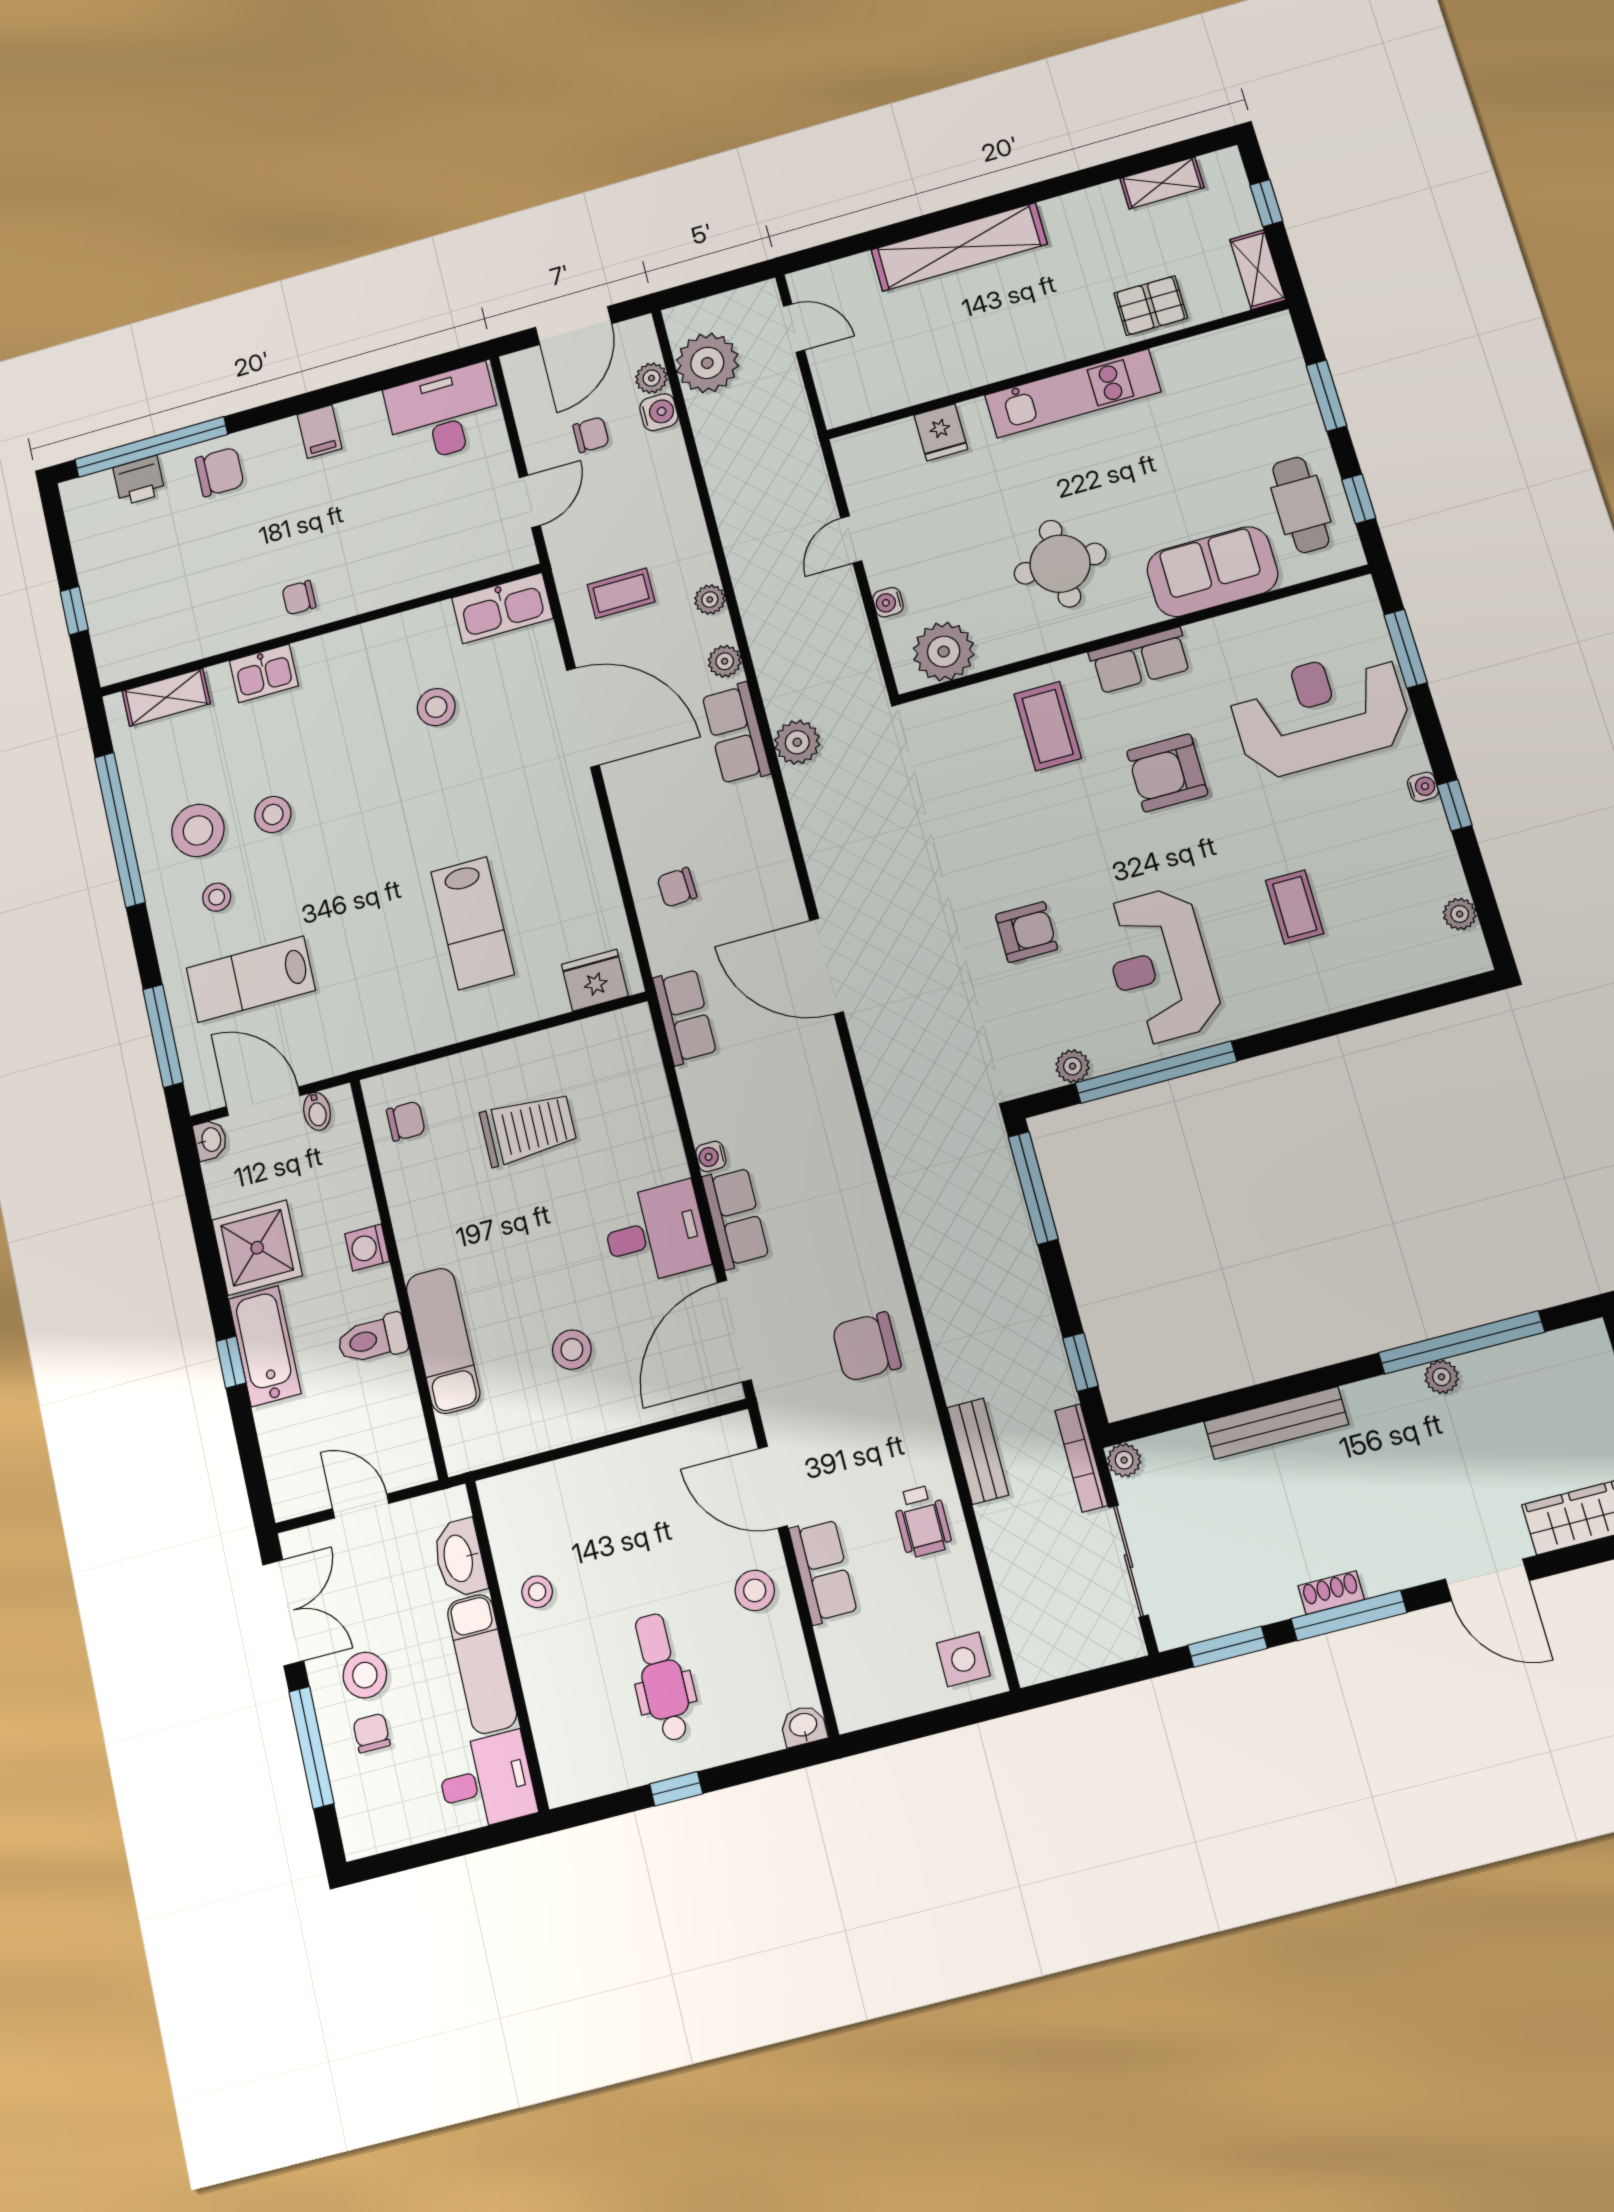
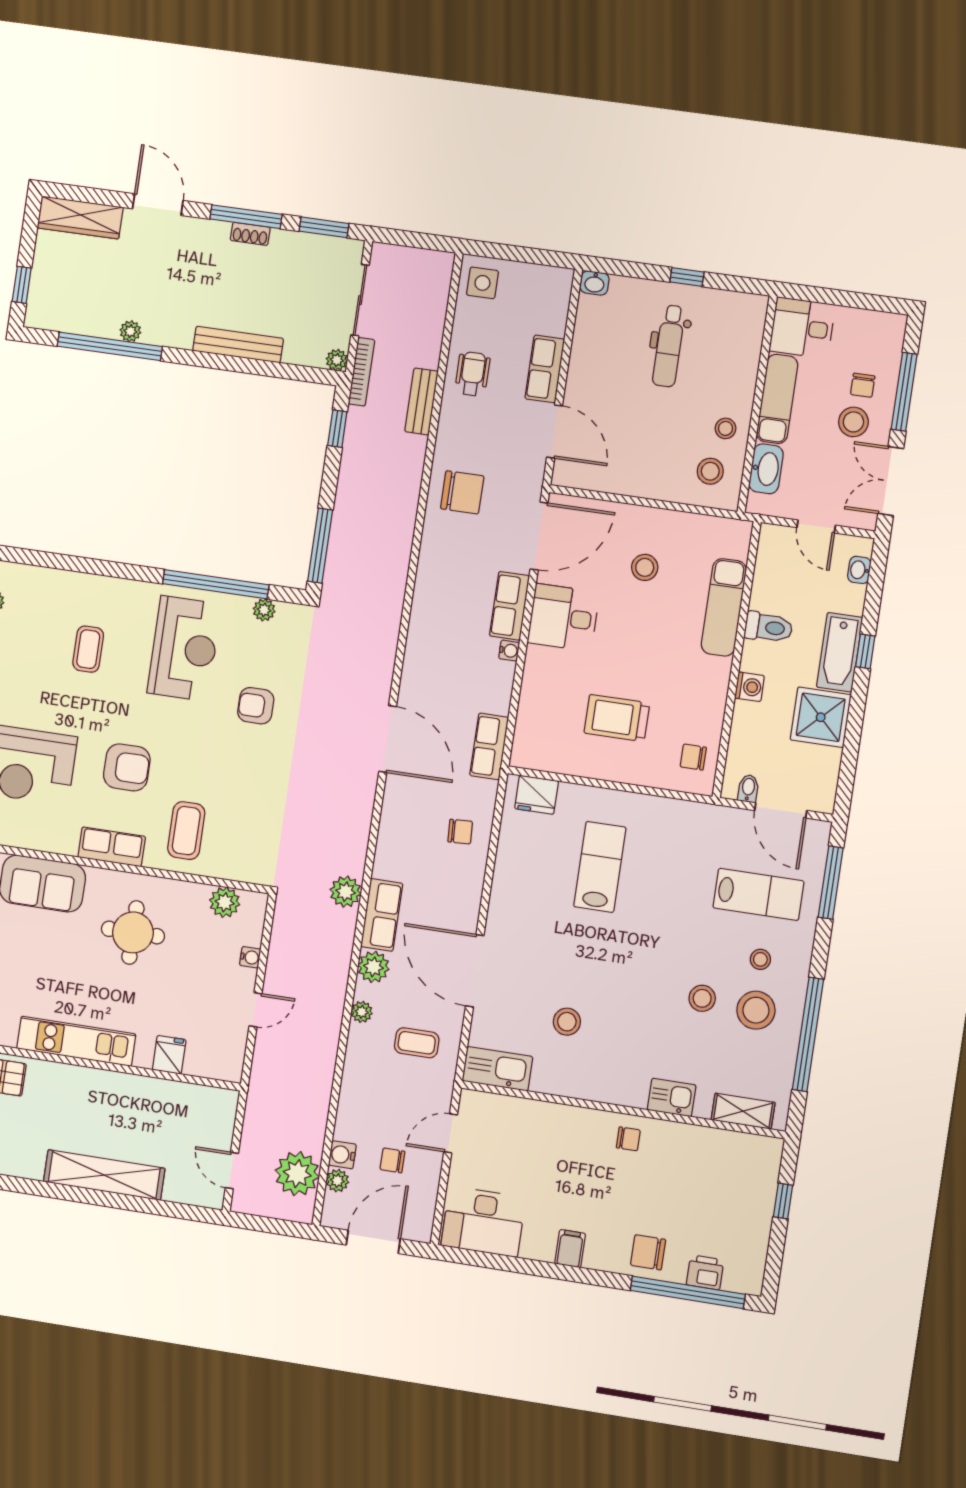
plant: (944, 652) -> (225, 902), width x0.73, depth x0.73
plant: (725, 661) -> (373, 967), width x1.38, depth x1.38
washbasin: (210, 1140) -> (859, 570), moved
stool: (755, 1590) -> (710, 471), moved

